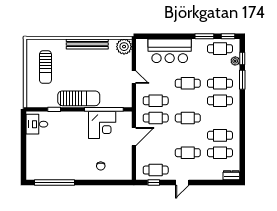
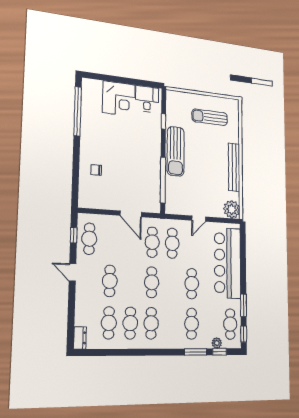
bar counter: (170, 51) -> (228, 263), width x1.36
cafe table: (220, 101) -> (151, 323), moved
corner desk: (102, 125) -> (119, 99), moved, turned -90

